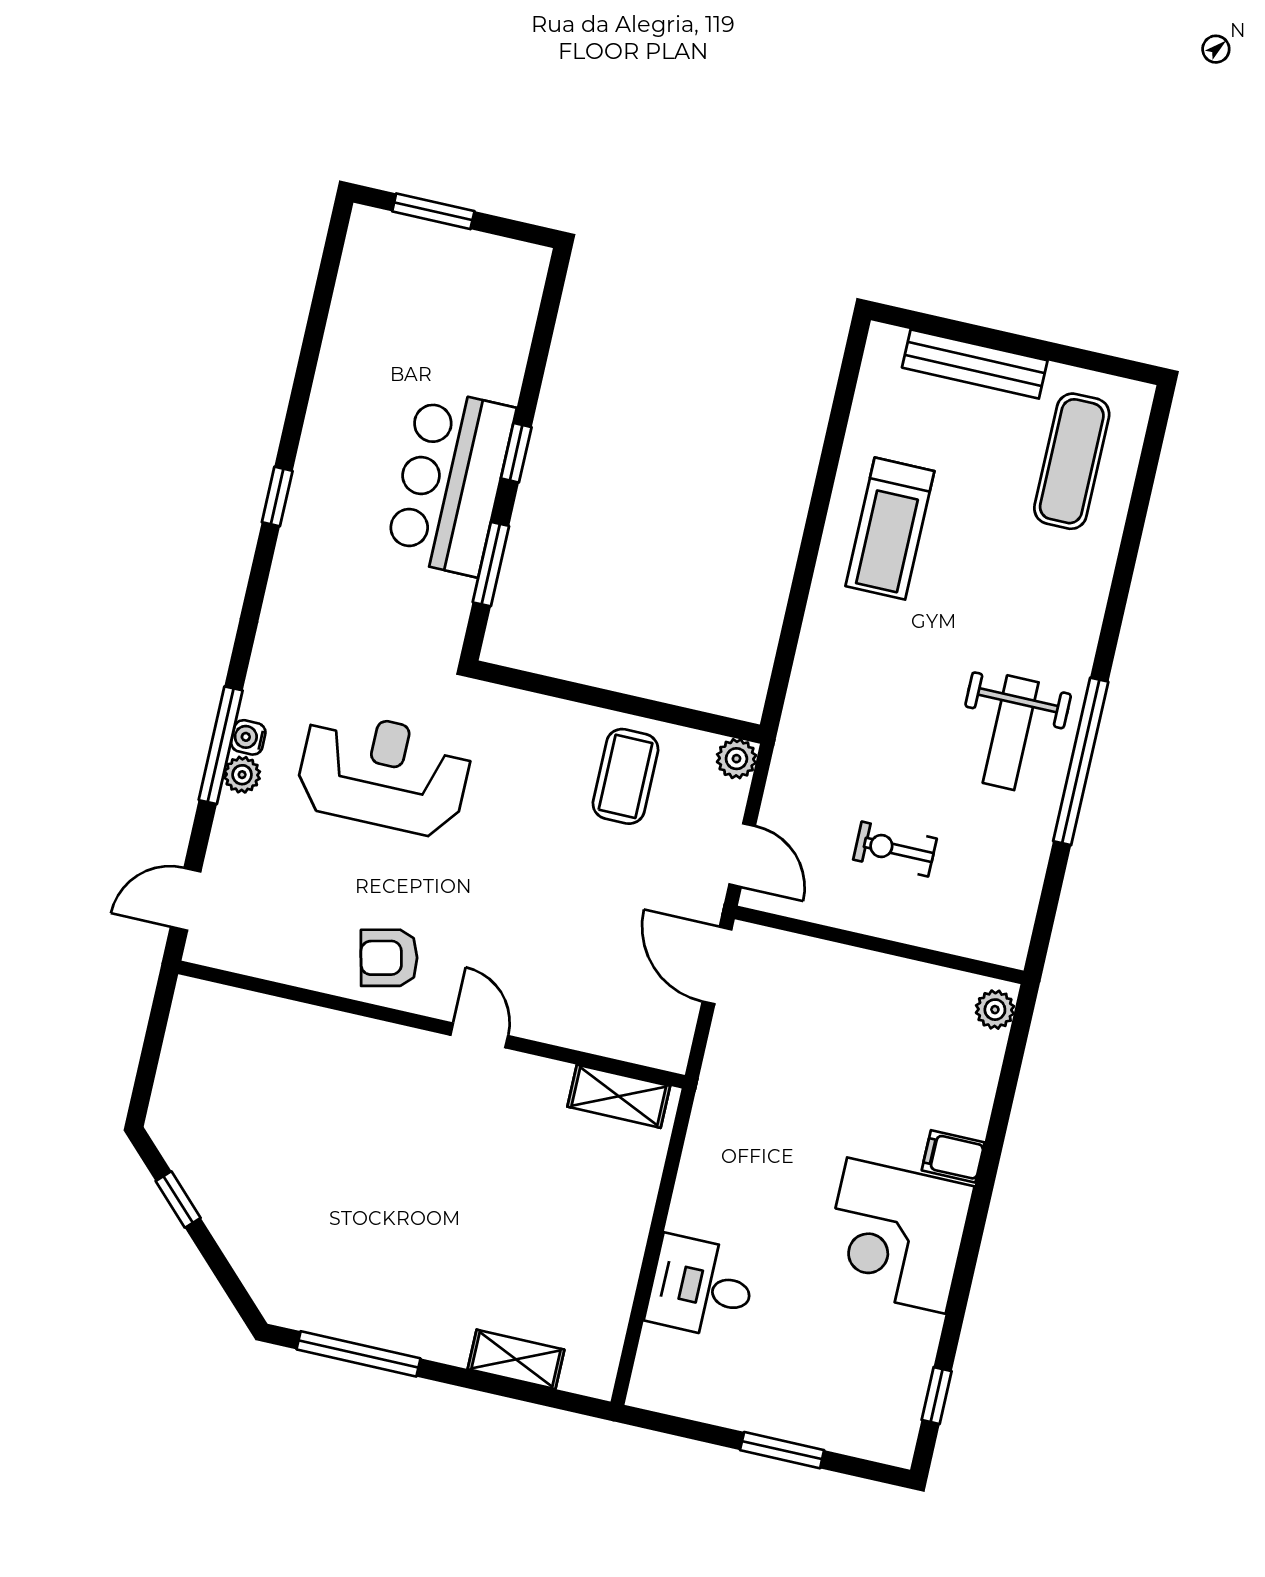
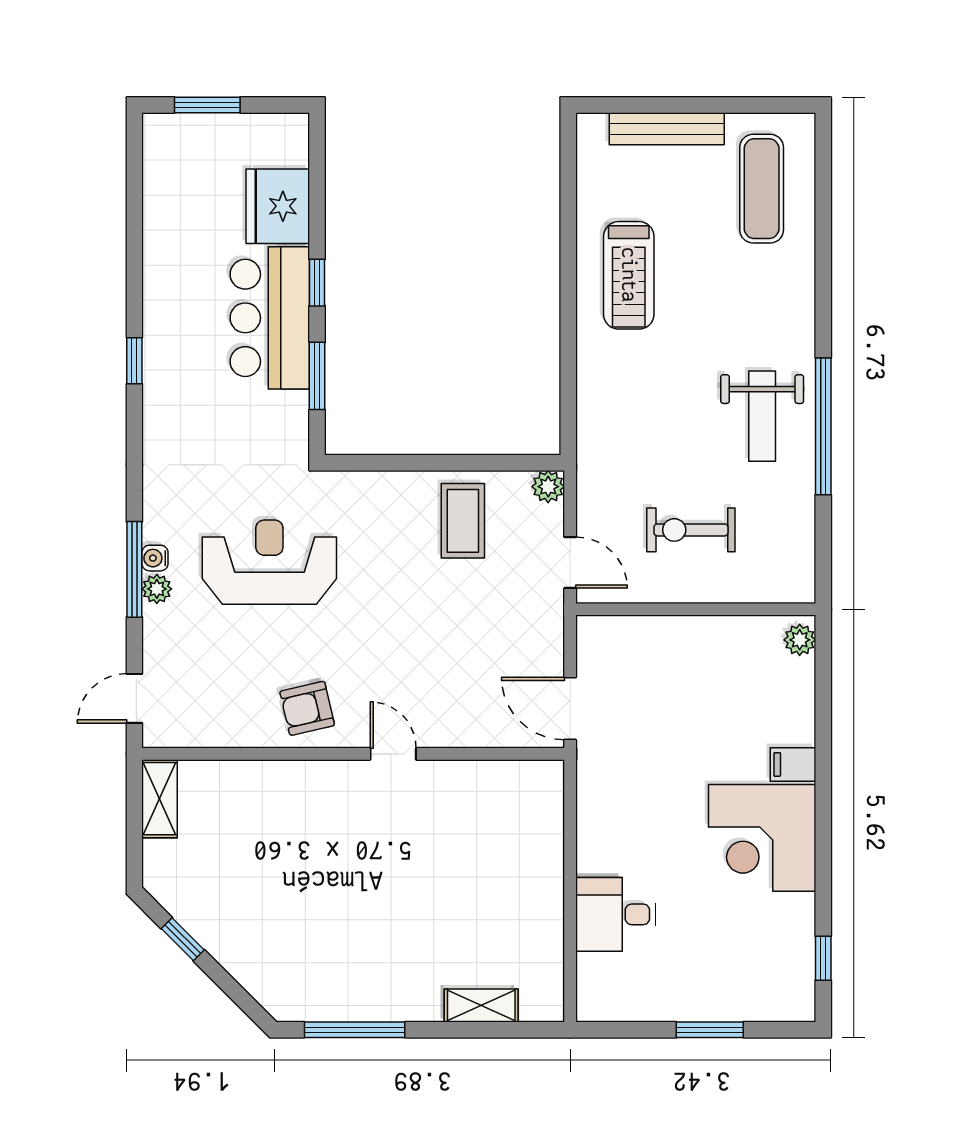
fridge: (490, 351) -> (278, 206), added
exercise bike: (895, 849) -> (691, 530), width x1.38, depth x1.39
door: (717, 965) -> (570, 709), moved
shelving: (619, 1096) -> (160, 799), moved, turned 90

